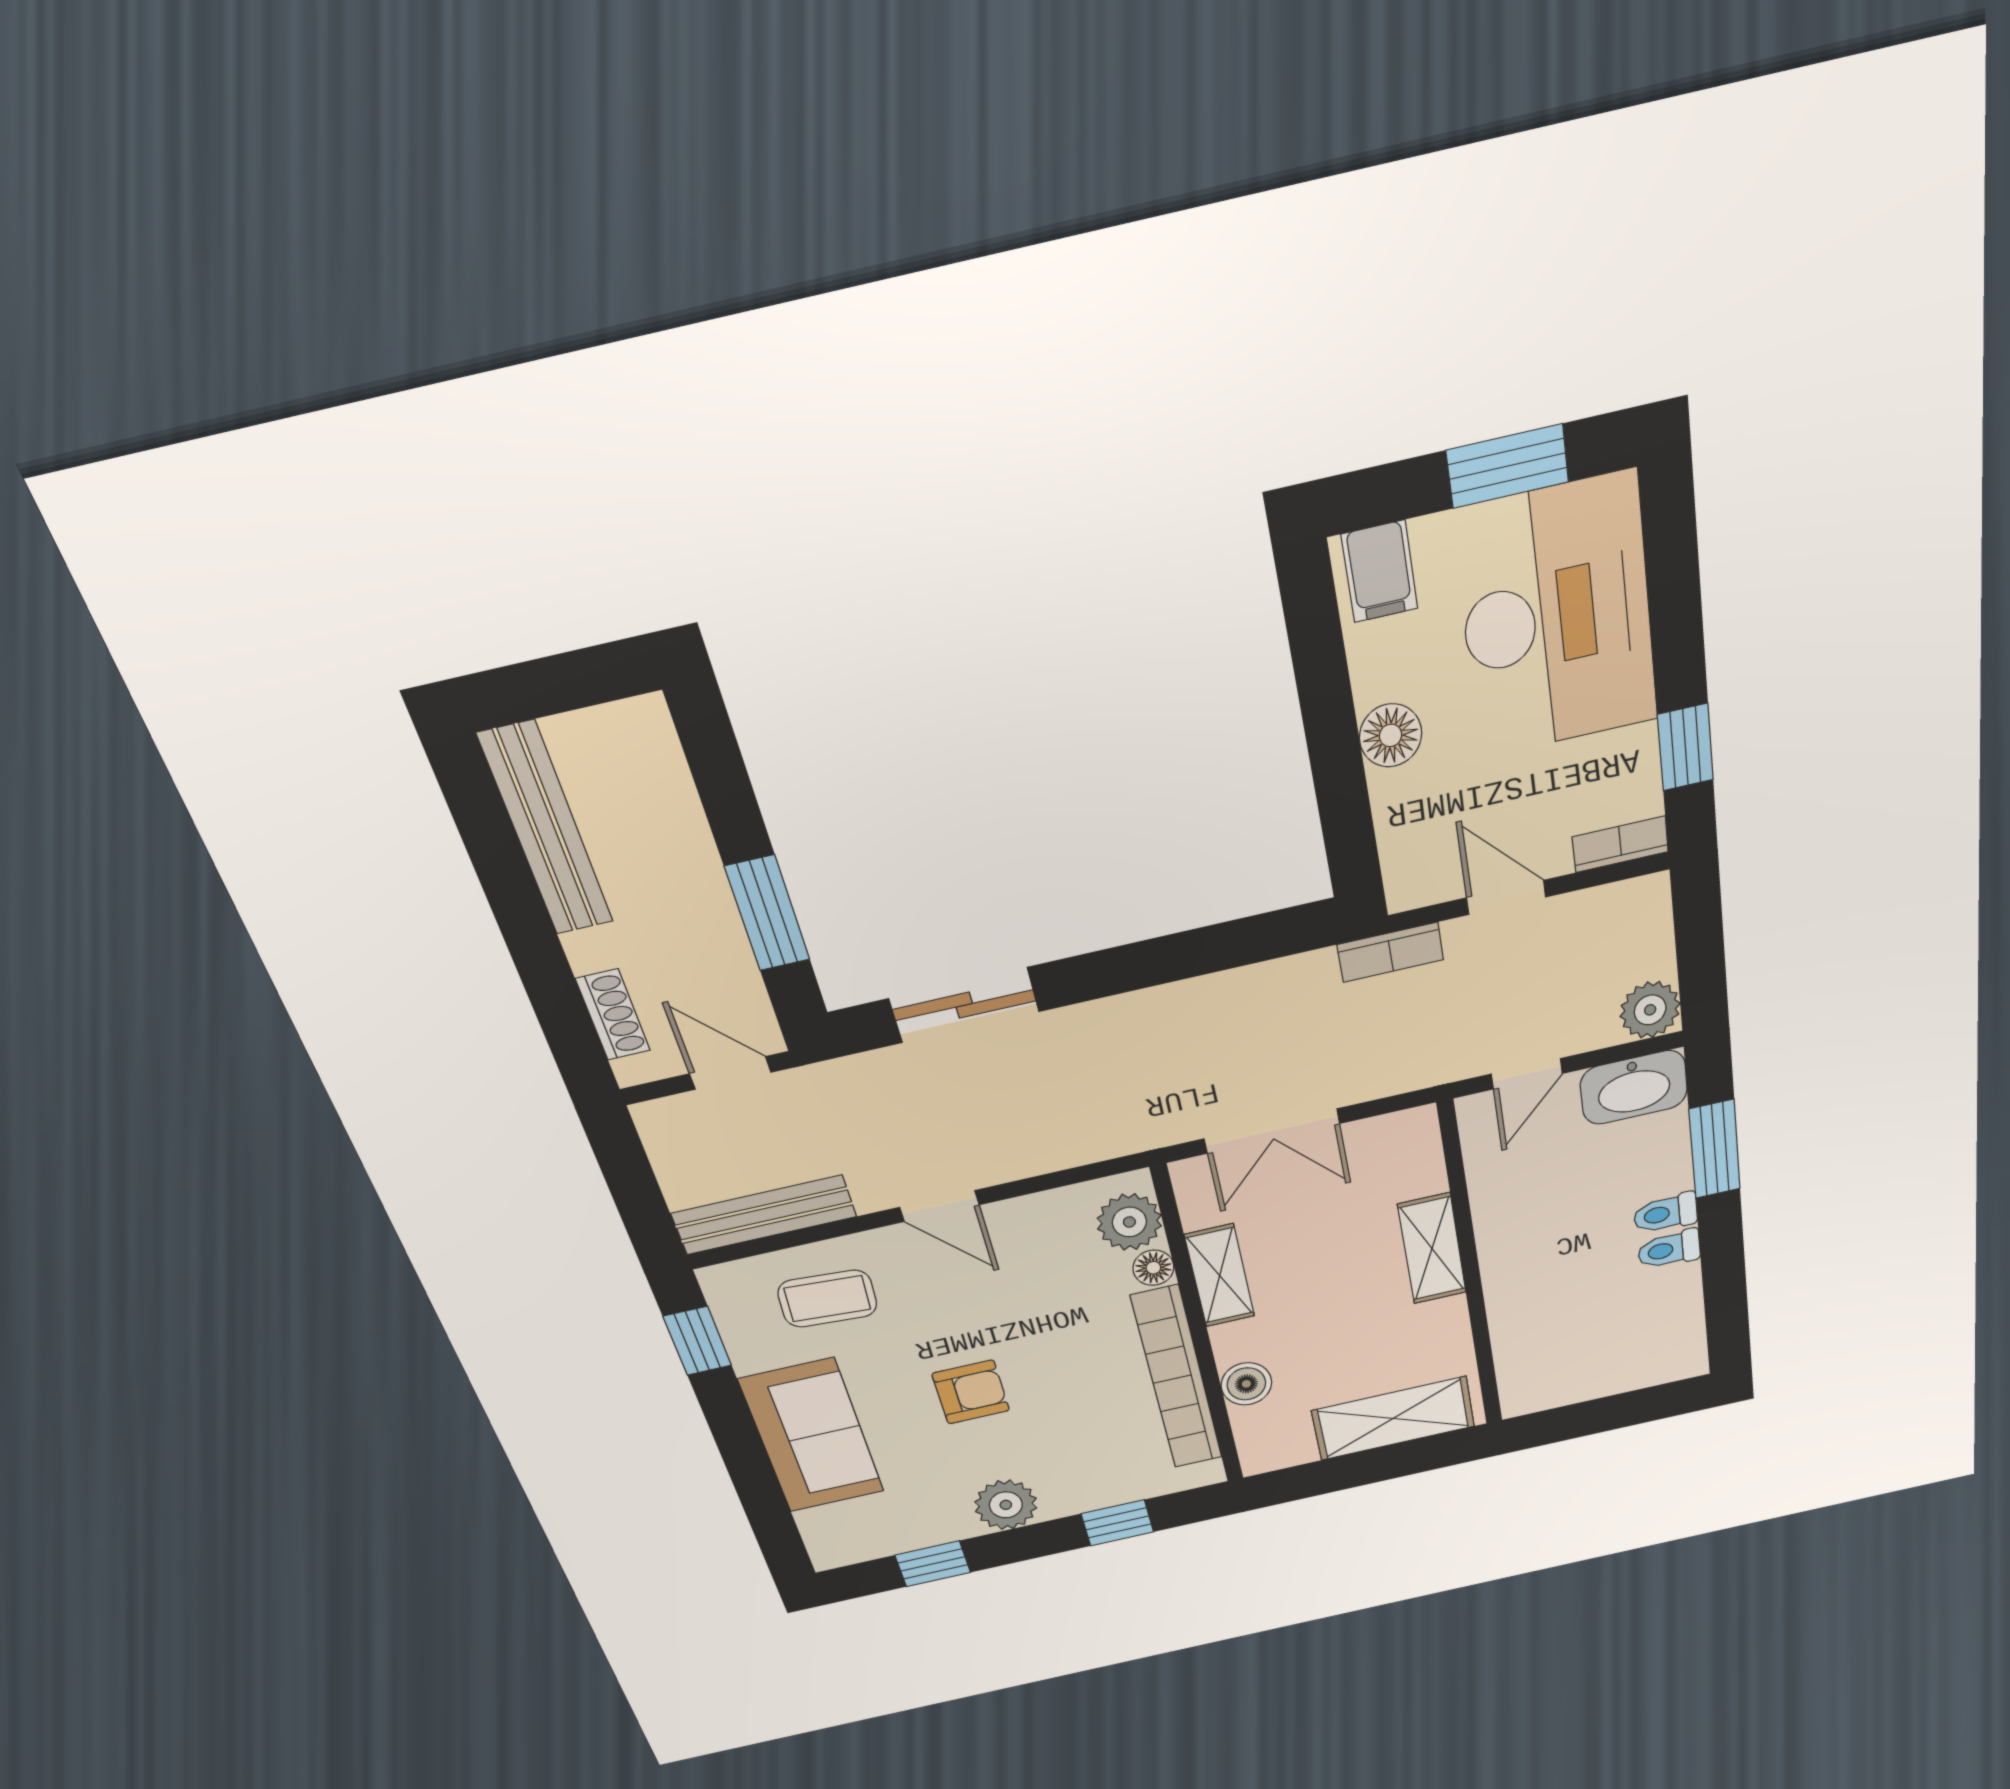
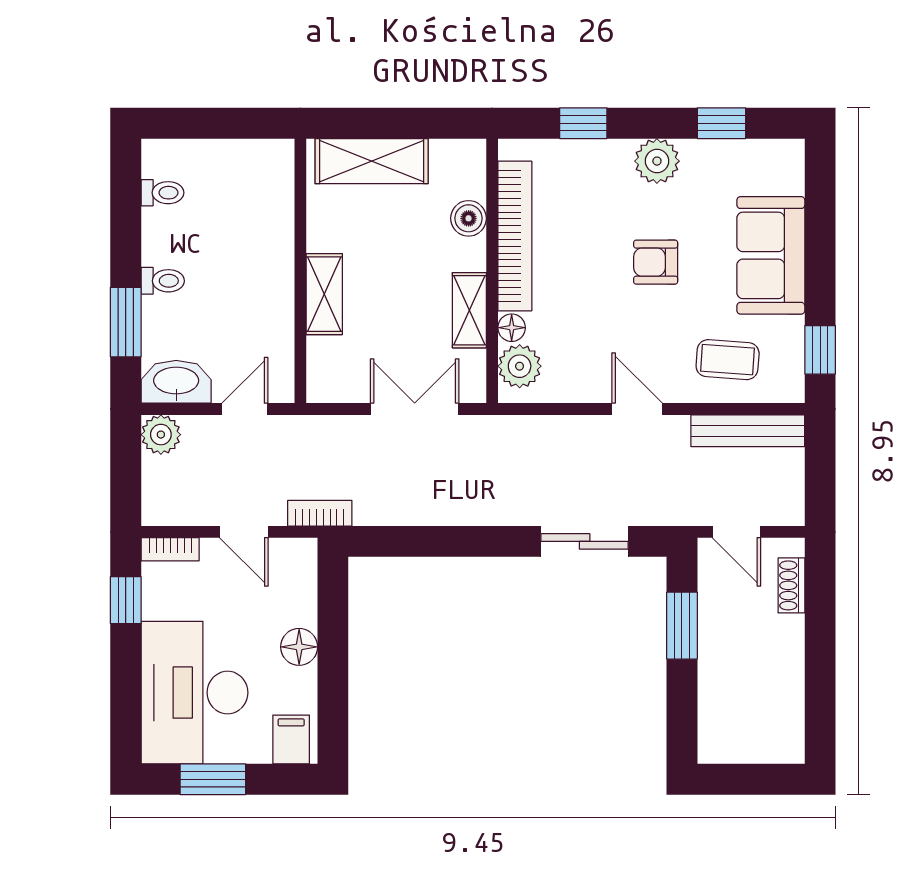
bench: (546, 829) -> (788, 703), removed
toilet: (1669, 1249) -> (162, 193), moved

